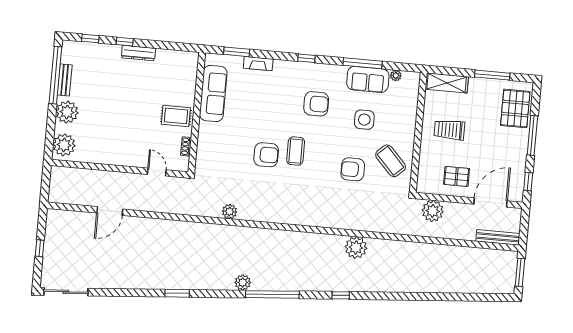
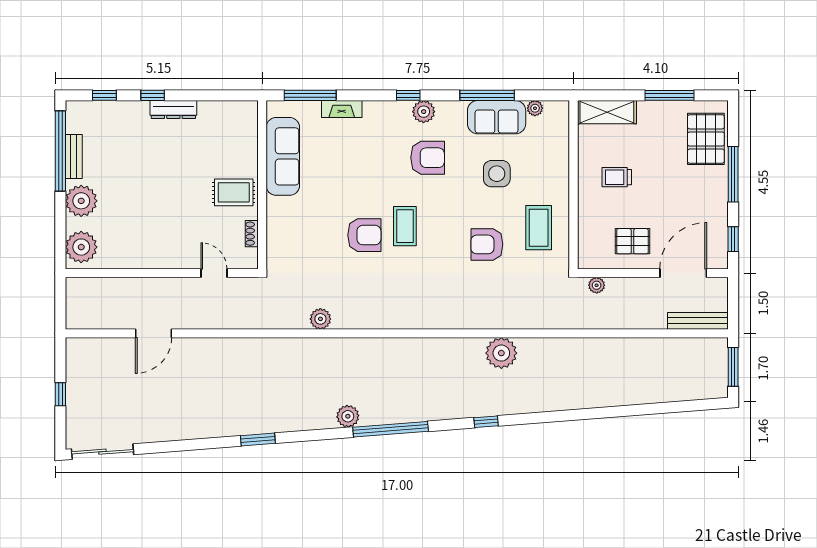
window: (237, 52) -> (310, 95), width x1.44
plant: (316, 71) -> (424, 112), added
trolley: (449, 130) -> (617, 177), width x0.73, depth x0.72
coffee table: (391, 161) -> (539, 228), turned 43
plant: (433, 211) -> (597, 285), width x0.53, depth x0.53

